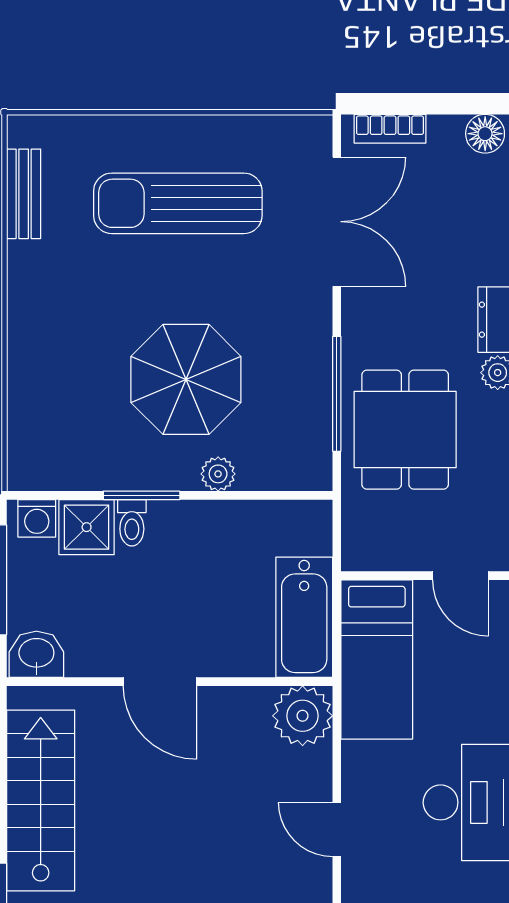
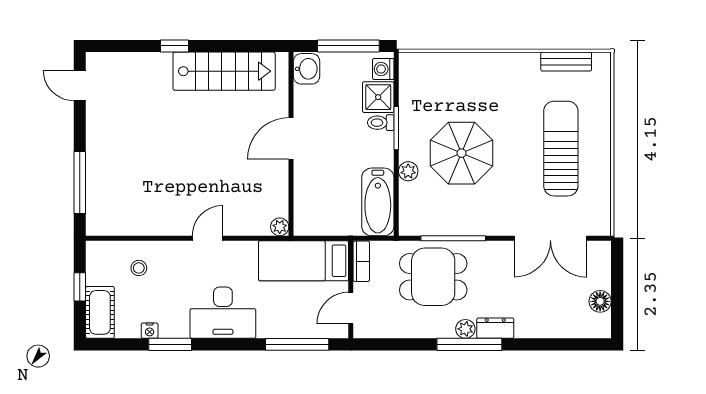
bookcase: (390, 129) -> (361, 261), moved, turned 180
floor lamp: (485, 134) -> (600, 301), moved
bathtub: (304, 617) -> (378, 202), moved, turned -90
plant: (303, 716) -> (280, 227), width x0.53, depth x0.53

